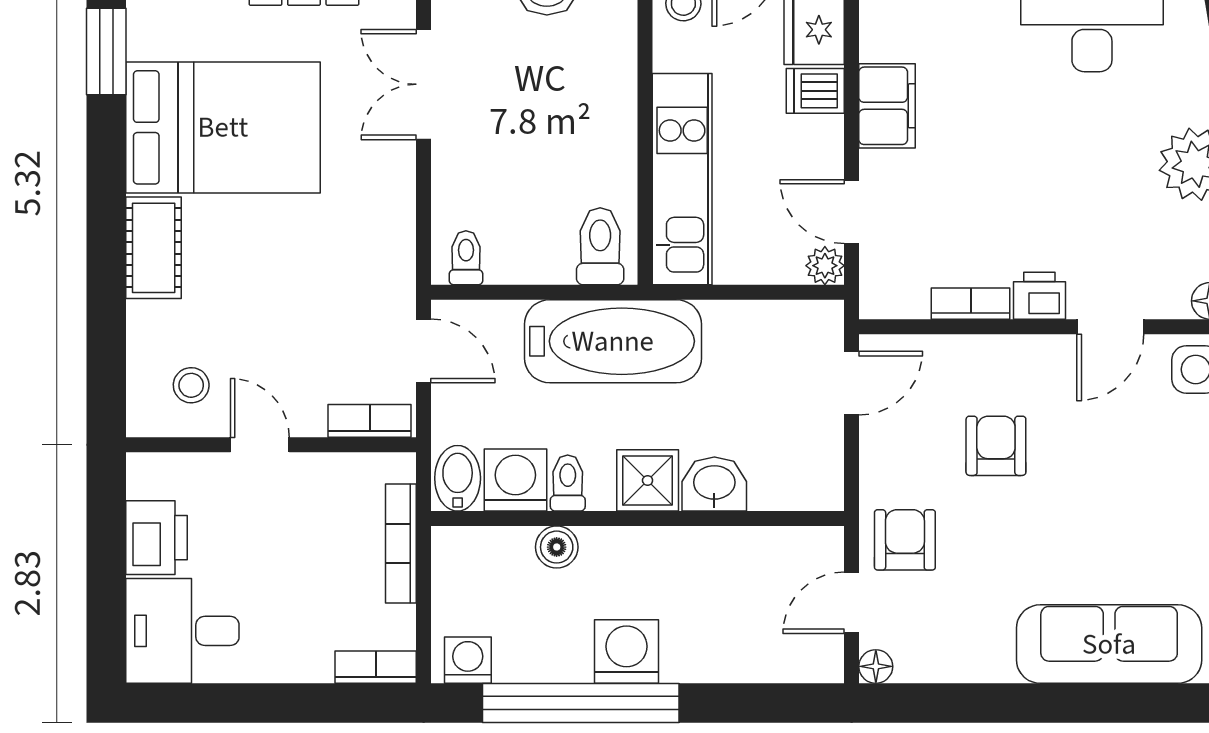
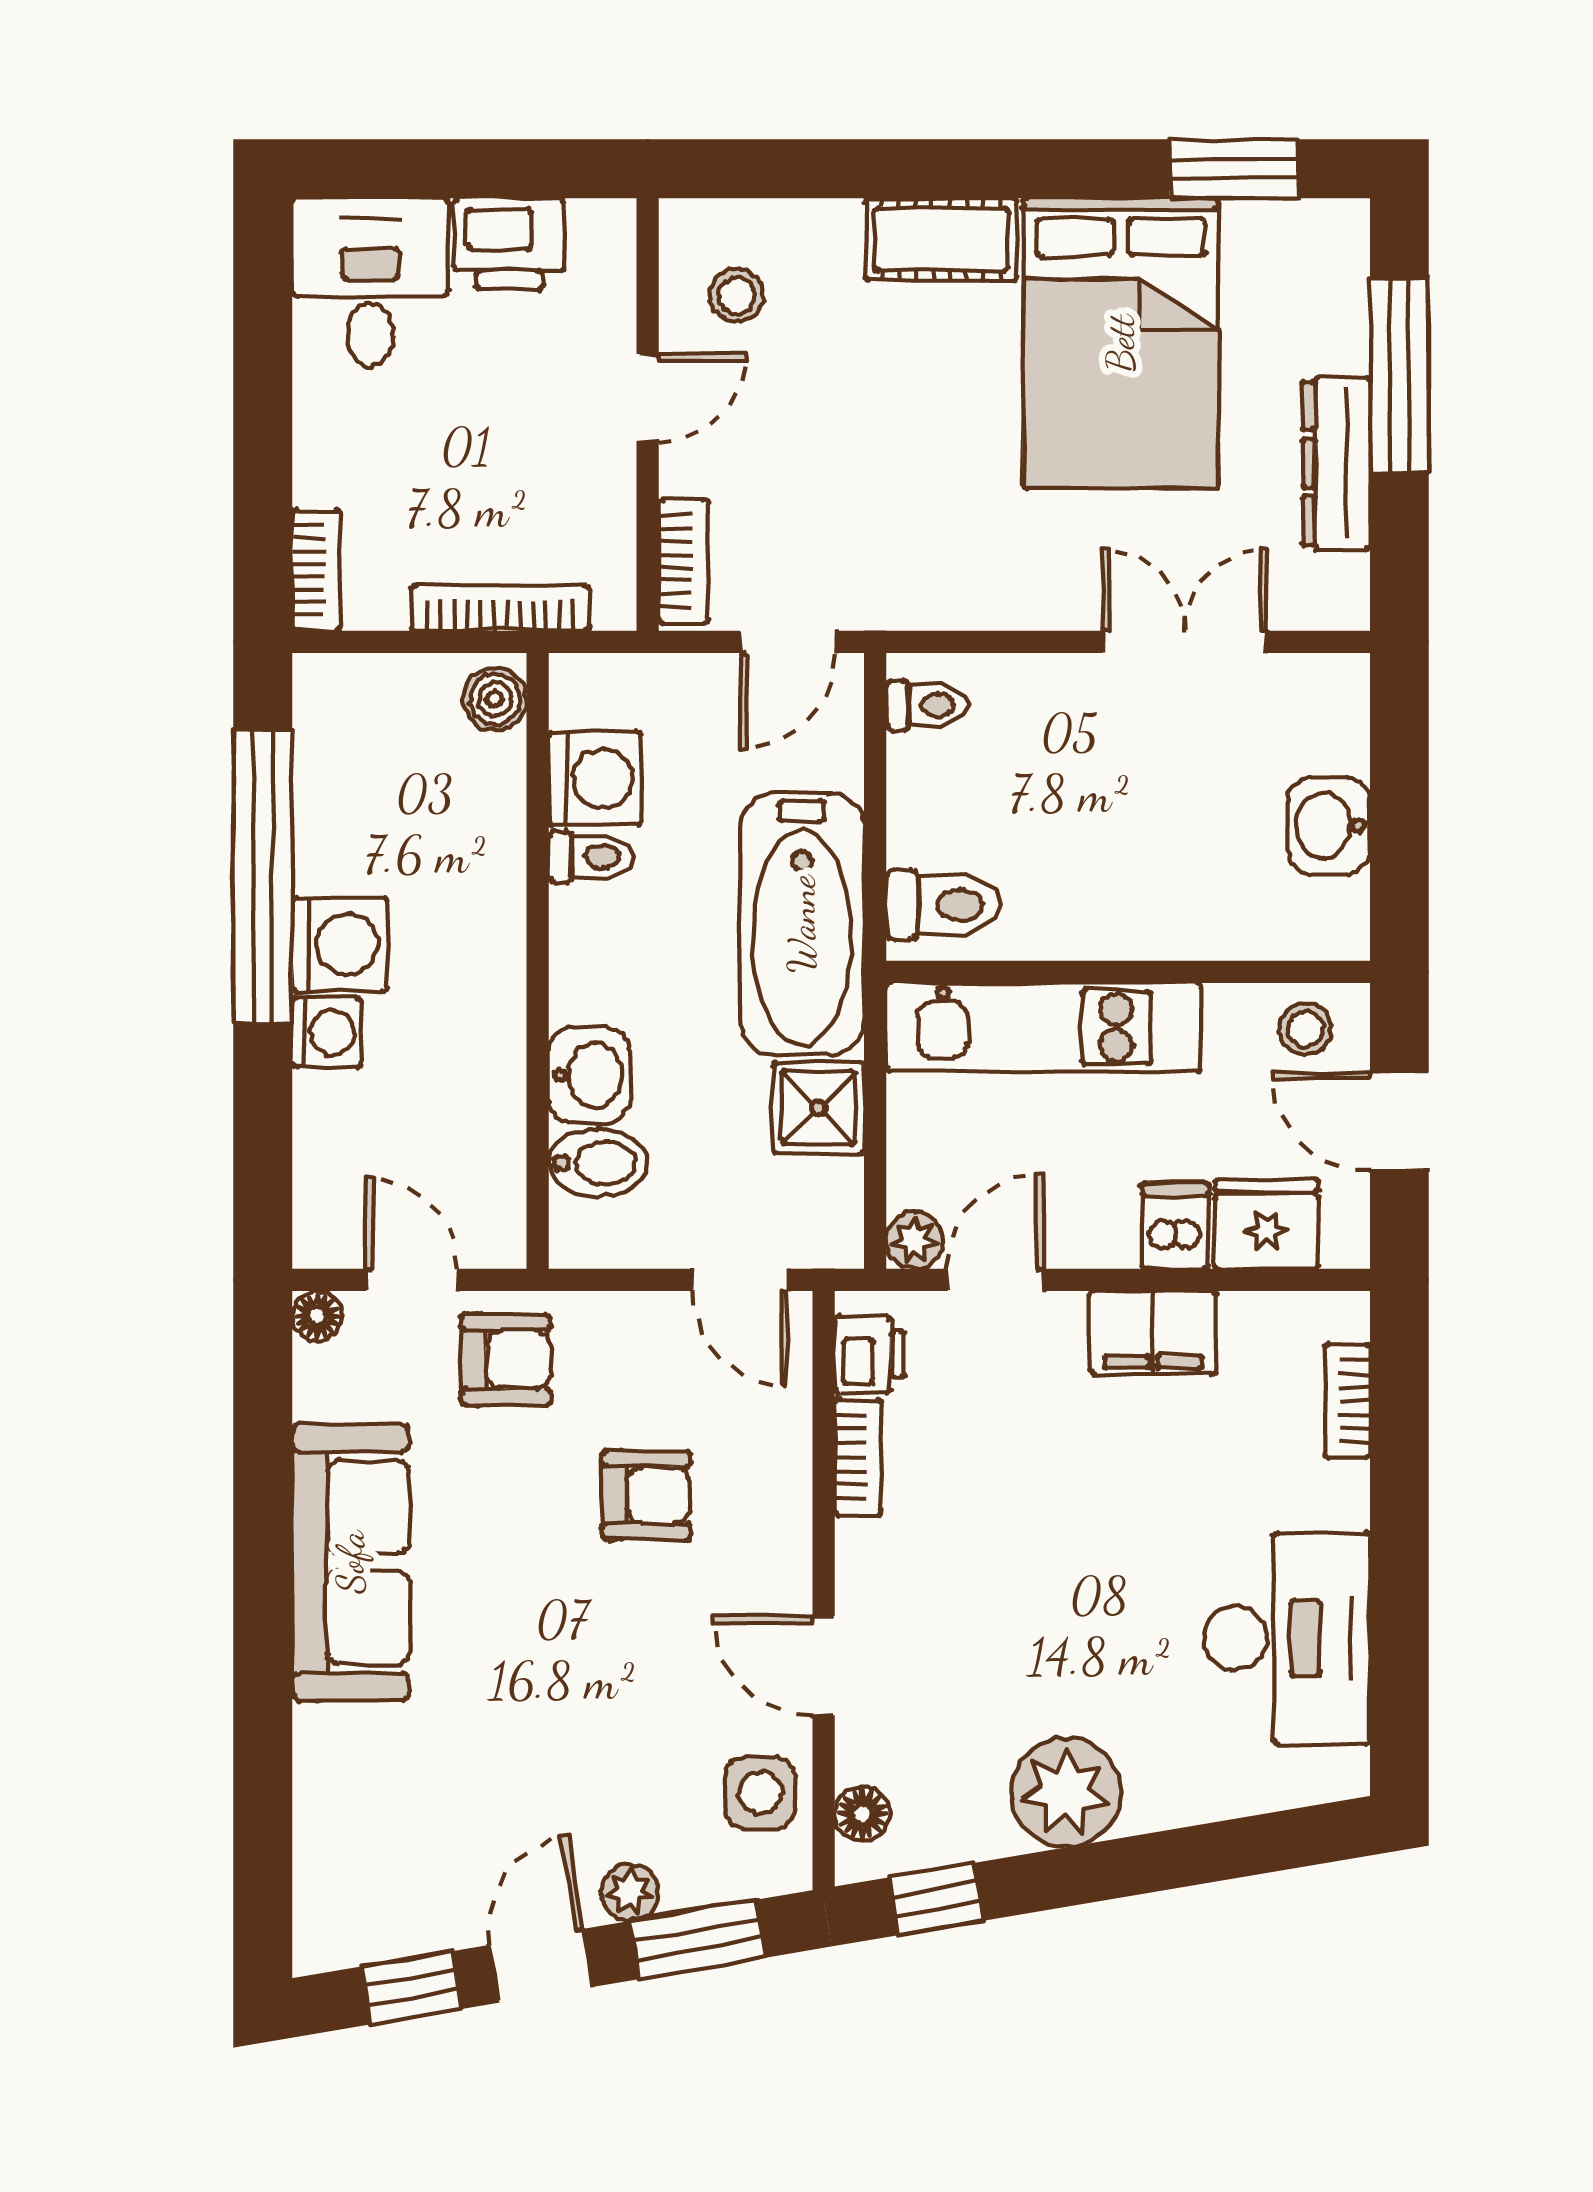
printer: (1039, 296) -> (870, 1354), moved
bidet: (458, 478) -> (598, 1163), moved
shower: (648, 480) -> (818, 1108), moved
boiler: (557, 547) -> (495, 699), moved
sofa: (1109, 644) -> (351, 1562), moved
washing machine: (468, 660) -> (327, 1032), moved

